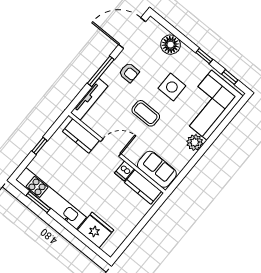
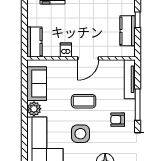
kitchen counter: (81, 136) -> (128, 31), moved, turned -90
sofa: (157, 169) -> (37, 84), moved, turned -90
kitchen counter: (143, 187) -> (34, 42), moved, turned 90

